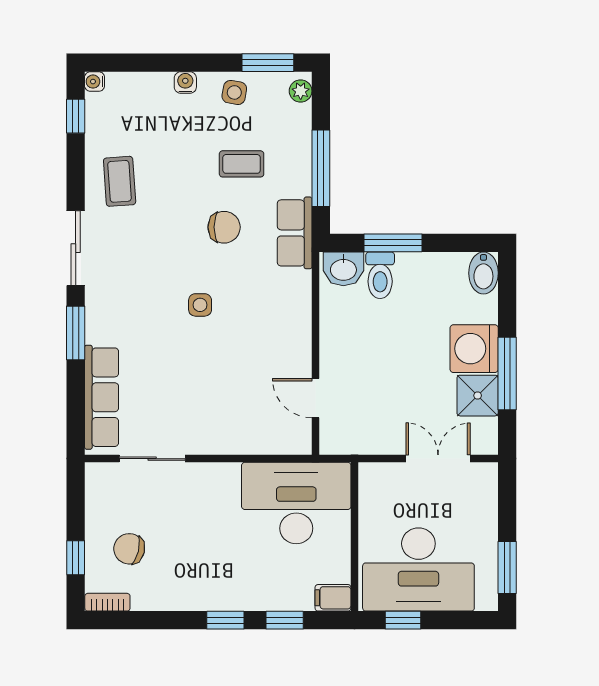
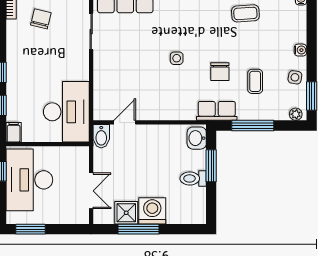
bidet: (483, 273) -> (101, 136), moved, turned -90
toilet: (380, 275) -> (193, 178), moved

